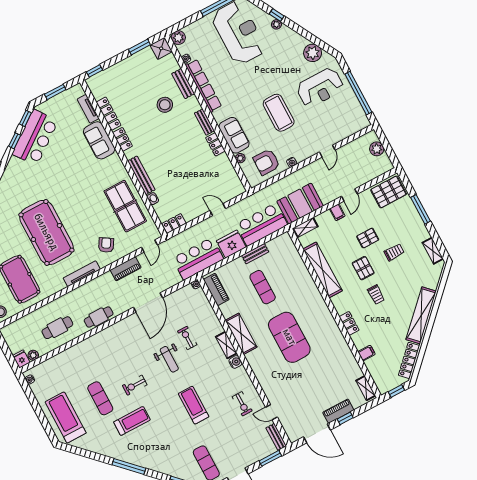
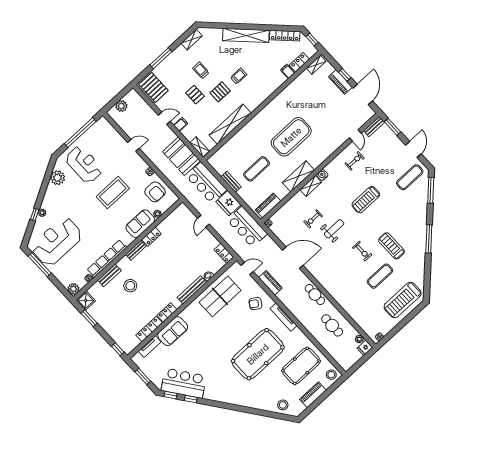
locker: (349, 323) -> (299, 62), moved

